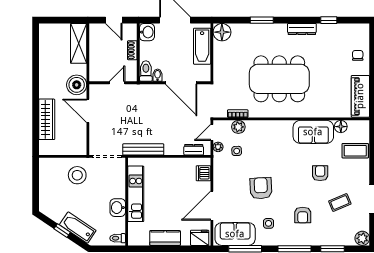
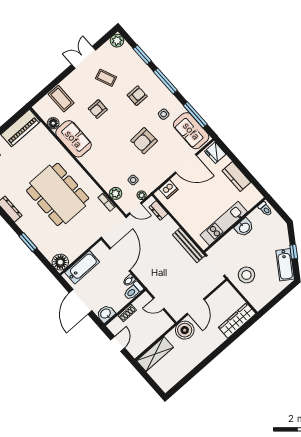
wardrobe: (47, 119) -> (237, 320), moved
bathtub: (78, 228) -> (285, 265), moved

